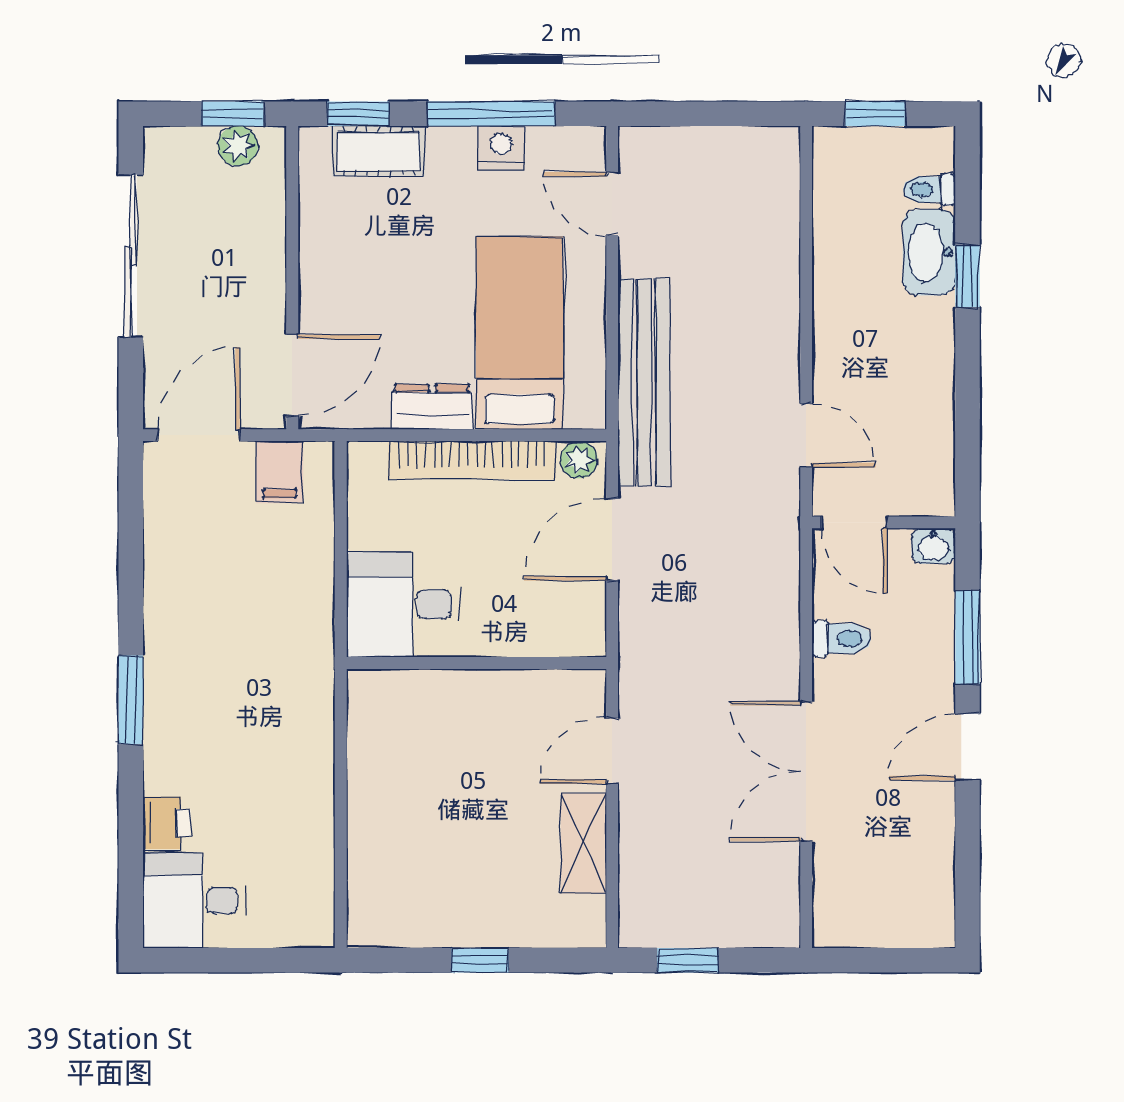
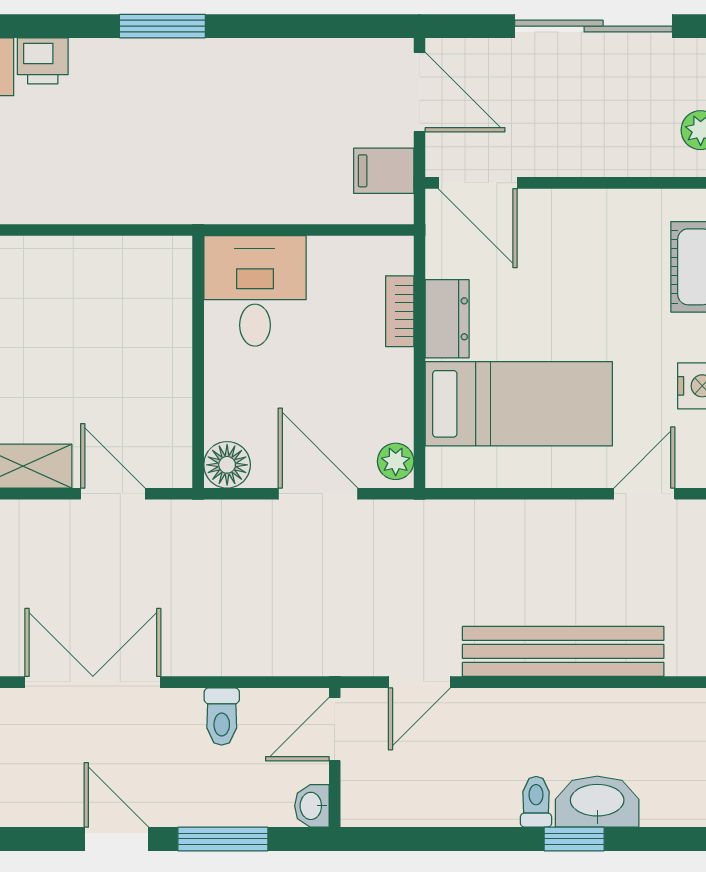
toilet: (929, 189) -> (536, 802), moved
bench: (644, 382) -> (563, 651), moved
bookcase: (472, 460) -> (400, 311), width x0.43, depth x0.76
floor lamp: (582, 633) -> (227, 465), added

